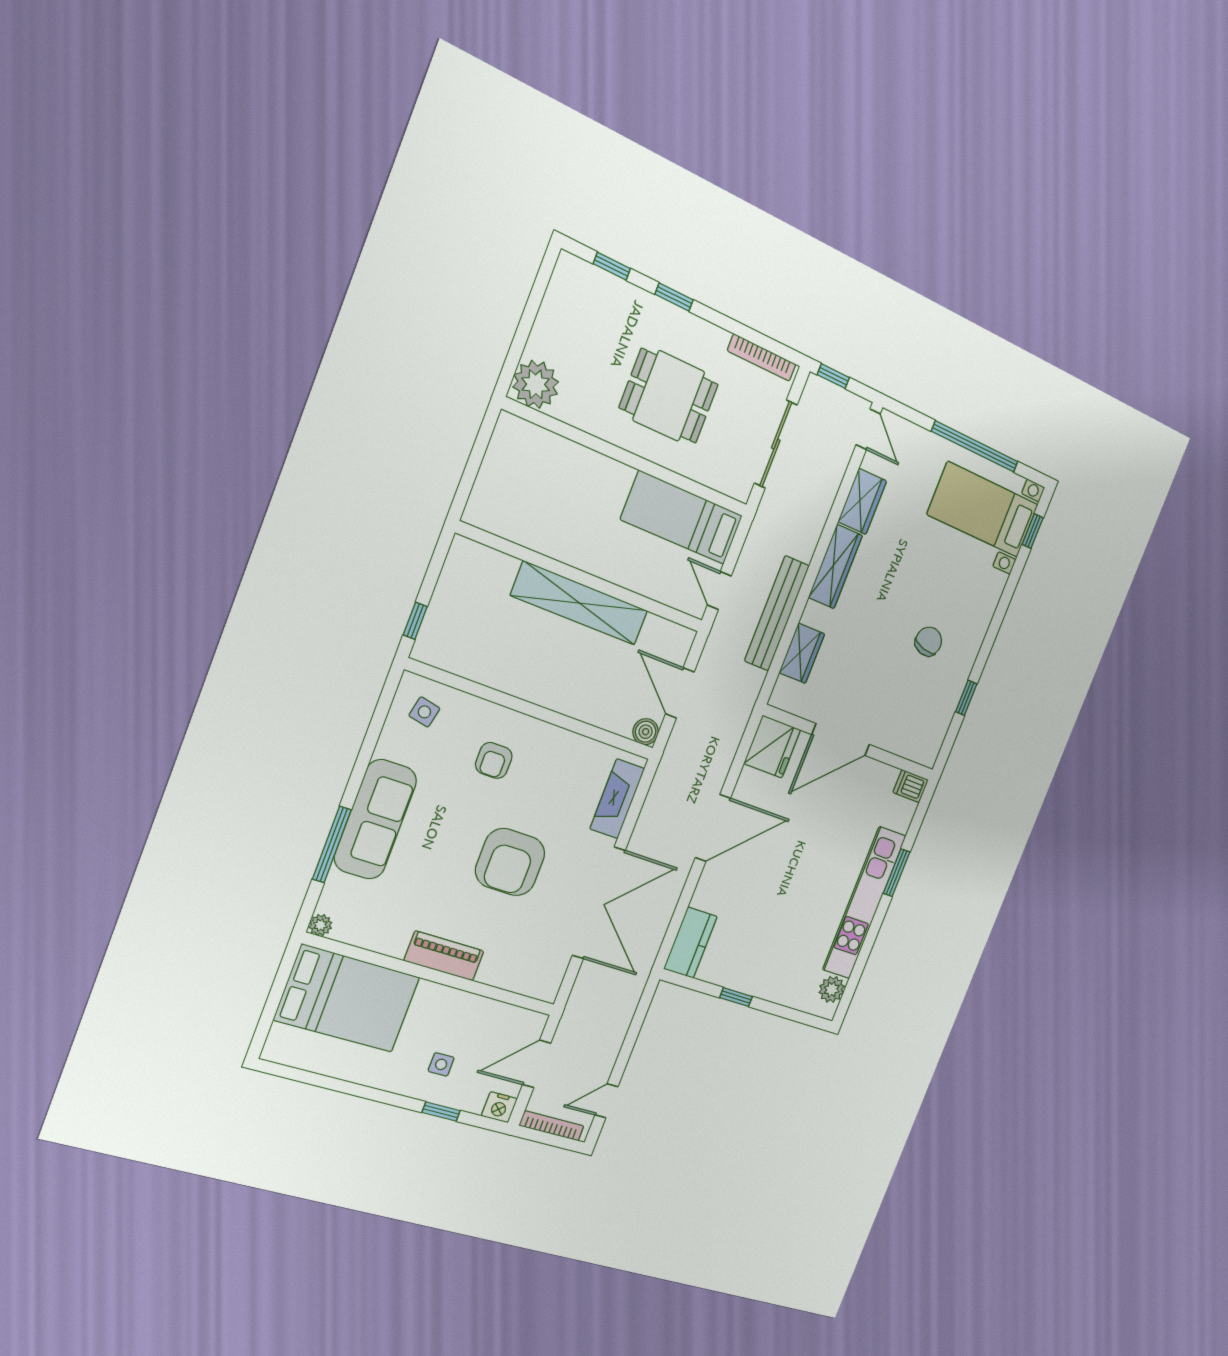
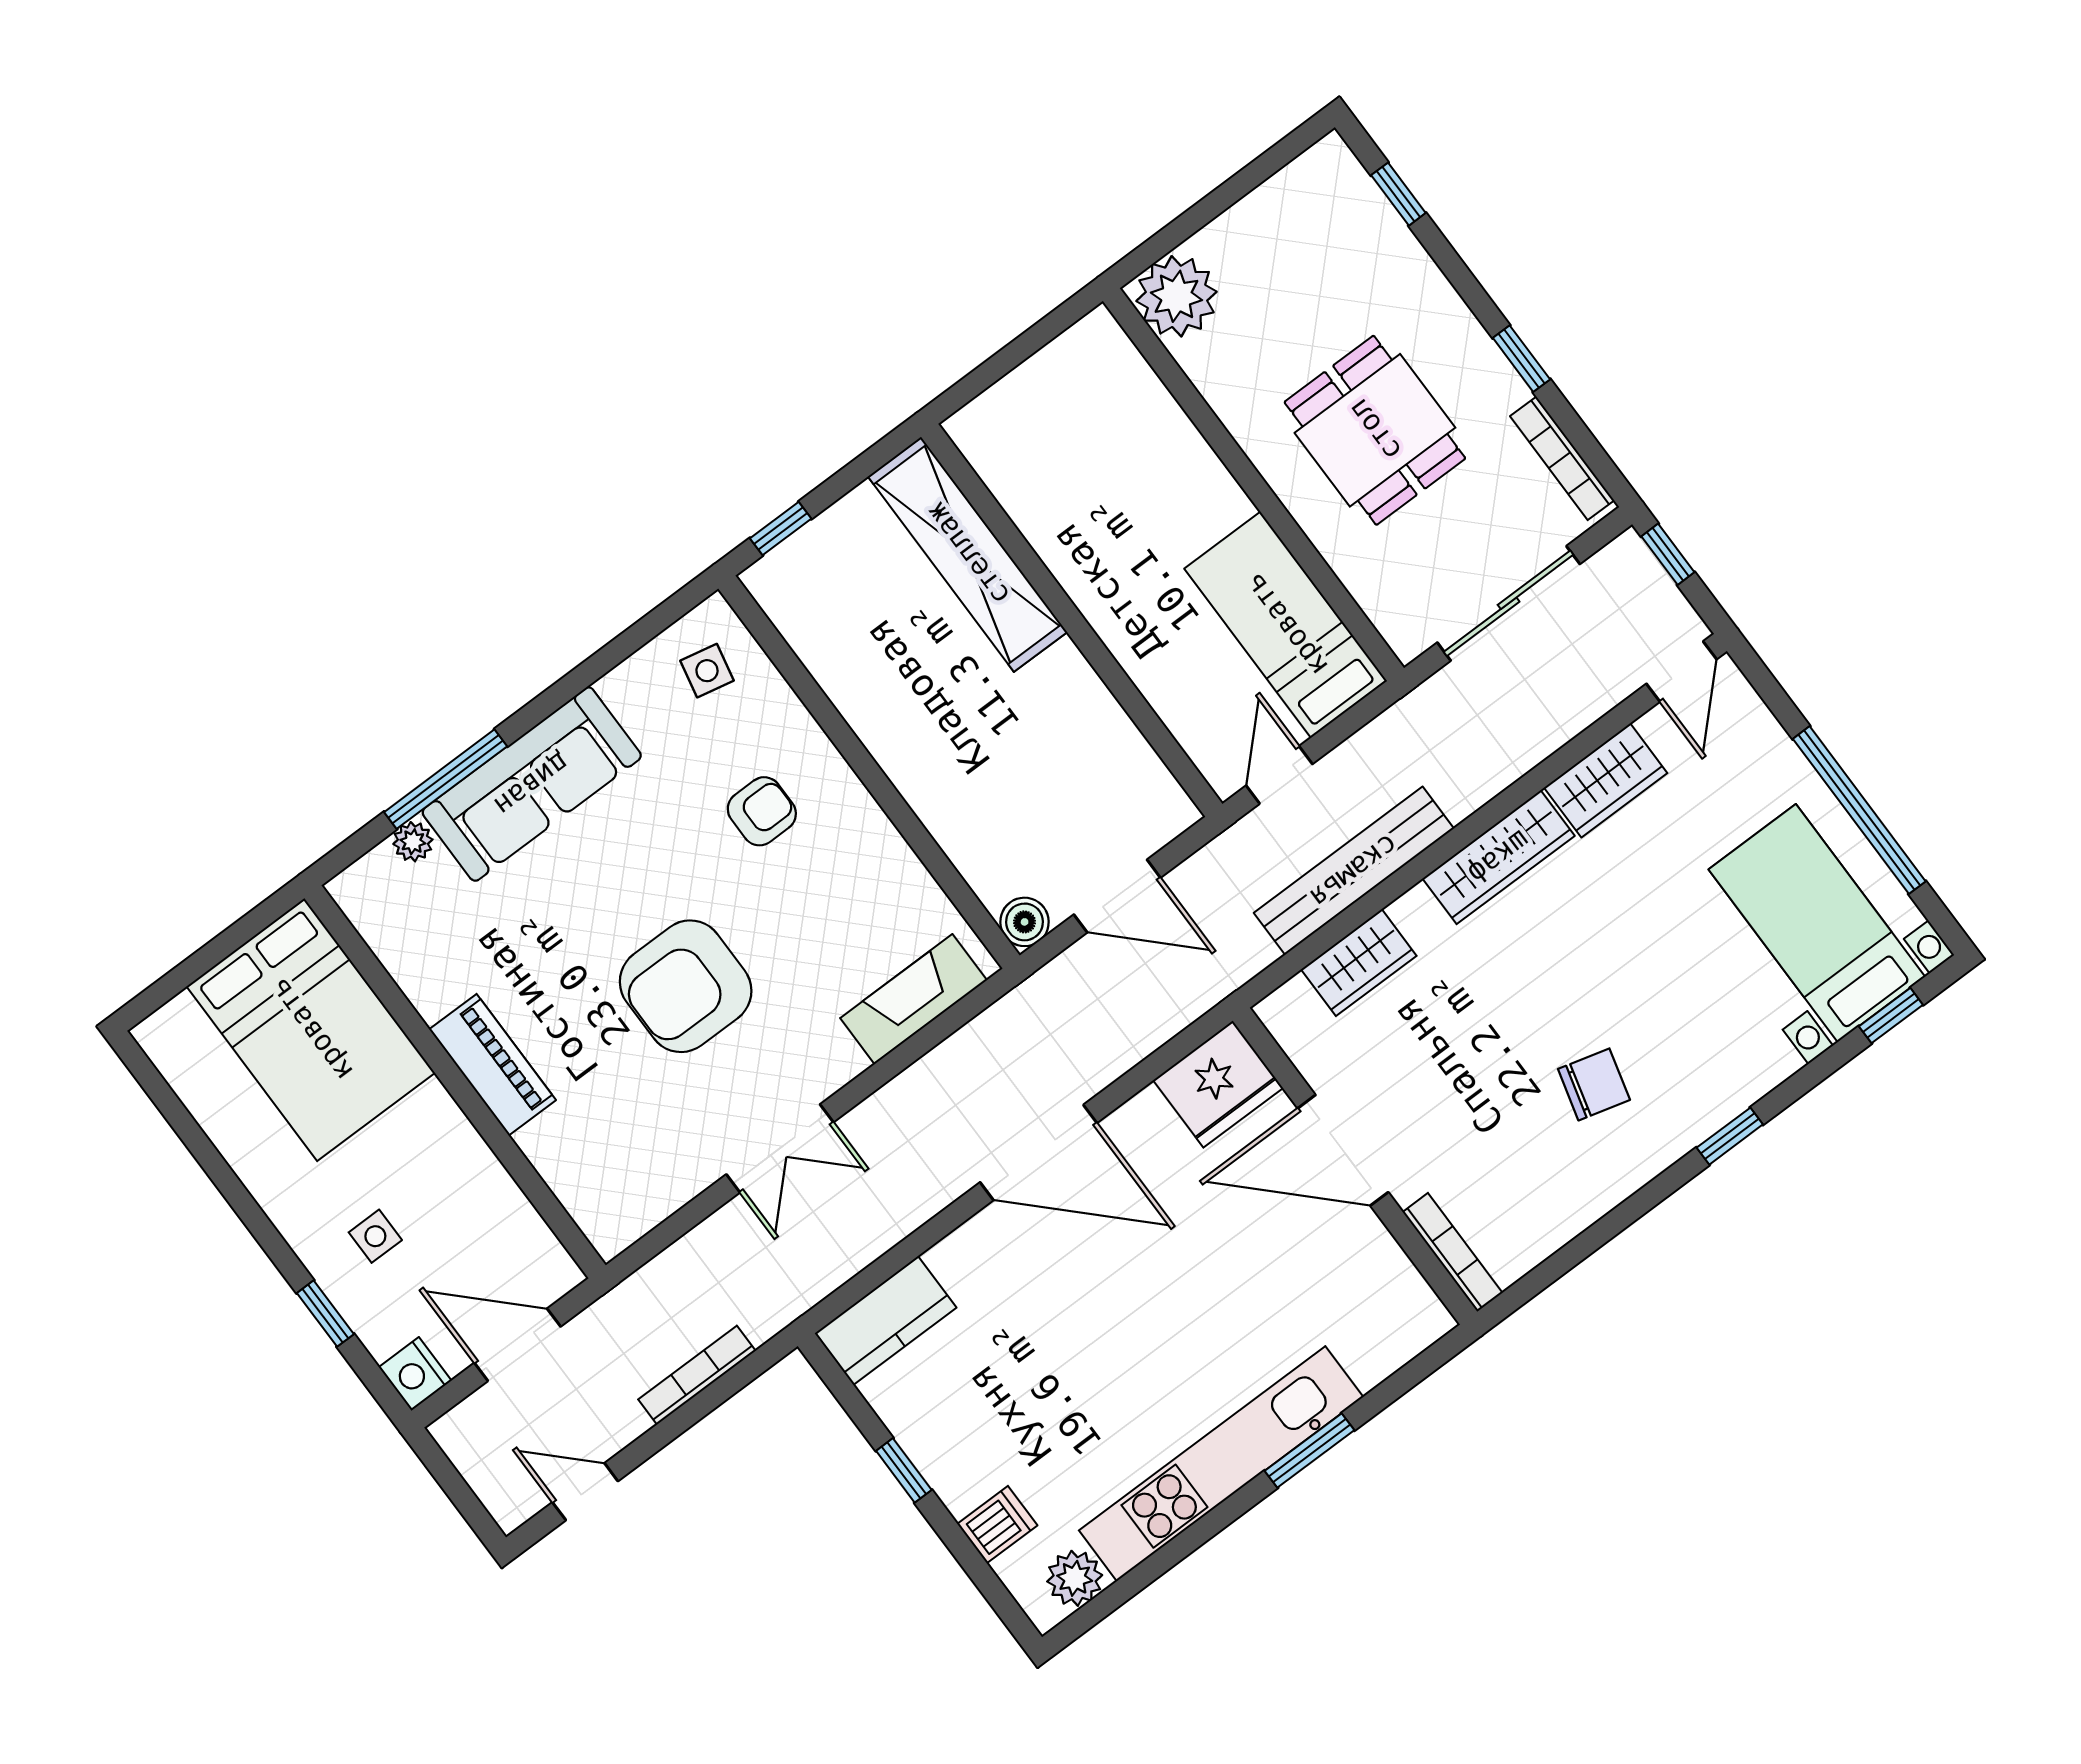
window: (674, 297) -> (1521, 359), moved
shelving: (580, 603) -> (968, 554), moved
door: (680, 693) -> (1117, 896), swing flipped
window: (966, 698) -> (1730, 1136), moved
bookcase: (909, 752) -> (1452, 1252), added
armchair: (494, 760) -> (762, 811), turned 180
dishwasher: (911, 786) -> (997, 1525), moved, turned 90
double door: (599, 903) -> (780, 1148), width x0.54
plant: (320, 925) -> (413, 842), moved
bookcase: (552, 1126) -> (697, 1375), moved, turned -90

